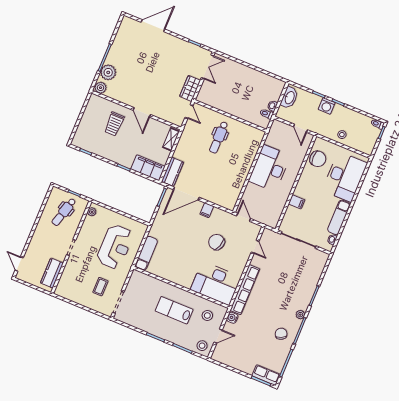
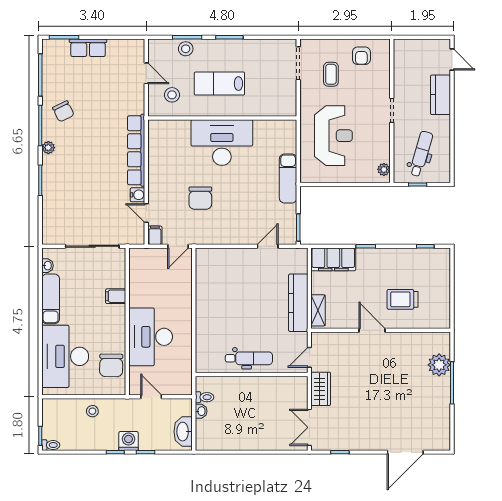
plant: (101, 88) -> (441, 340), removed
door: (189, 112) -> (309, 357), hinge flipped
trolley: (114, 124) -> (402, 299), turned -90
dental chair: (219, 137) -> (249, 358), moved, turned 90
chair: (318, 159) -> (111, 365), turned -89
desk: (269, 168) -> (151, 337), moved, turned 180
kitchen counter: (172, 172) -> (298, 303), moved, width x1.50
door: (186, 194) -> (268, 246), width x0.53
filing cabinet: (207, 210) -> (155, 235), moved
door: (244, 217) -> (178, 246), hinge flipped
chair: (217, 242) -> (200, 198), turned 72
reception desk: (115, 247) -> (333, 136), turned 180
exam couch: (146, 253) -> (288, 178), moved
kitchen counter: (52, 273) -> (440, 95), moved, turned 180
desk: (216, 283) -> (222, 143), moved
armchair: (76, 290) -> (361, 56), added
lab bench: (174, 310) -> (219, 84), turned 180
water cooler: (232, 318) -> (138, 195), moved
door: (218, 336) -> (146, 73), swing flipped
stool: (202, 346) -> (186, 49), moved
row of seats: (266, 375) -> (88, 48), moved

